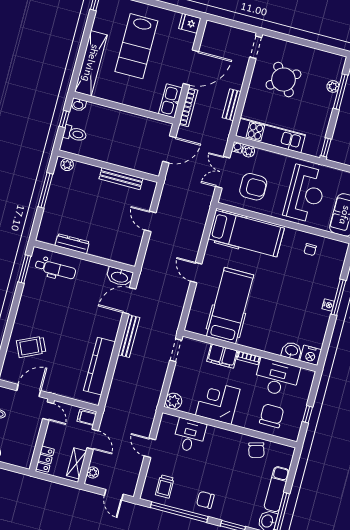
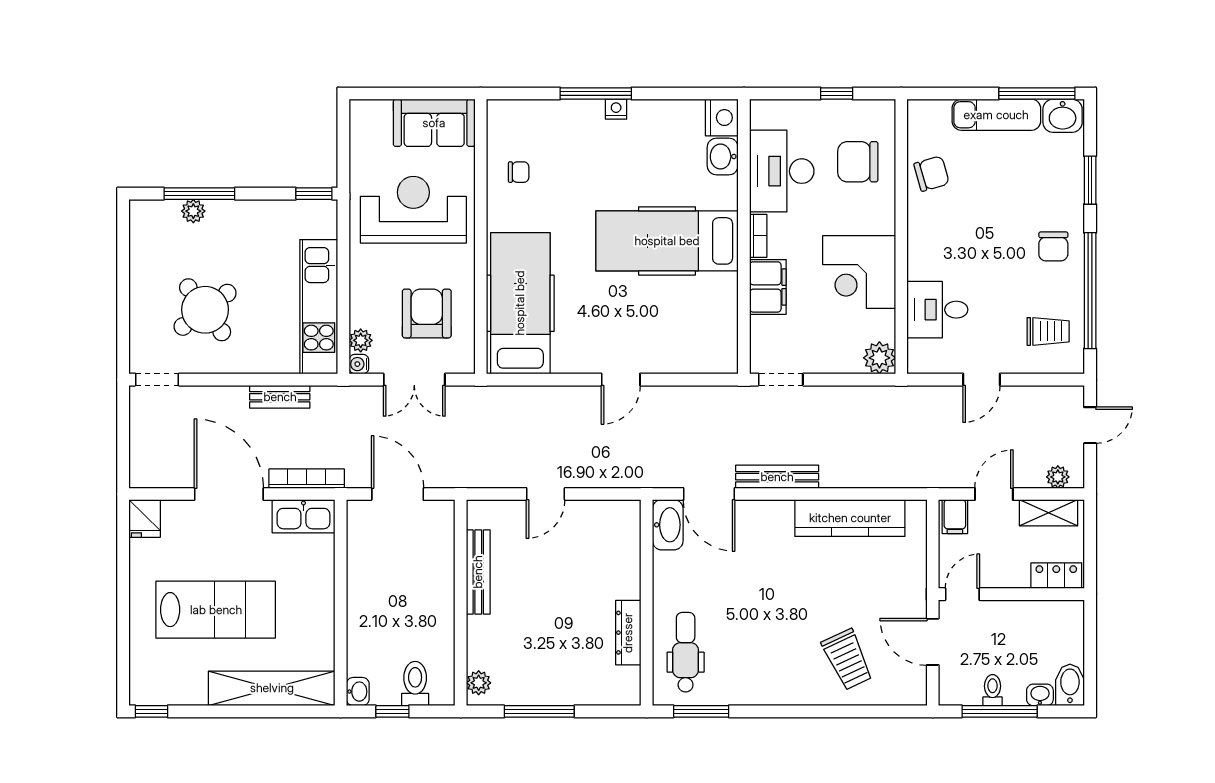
hospital bed: (230, 306) -> (667, 241), moved

